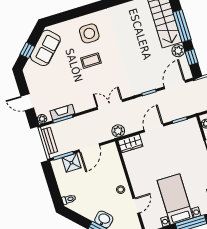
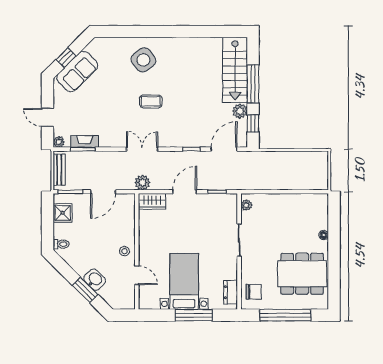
side table: (89, 33) -> (143, 60), turned -38
sofa: (45, 48) -> (77, 72), moved
coffee table: (91, 61) -> (151, 101), moved
shower: (71, 163) -> (63, 213), moved
door: (136, 206) -> (137, 275), hinge flipped

